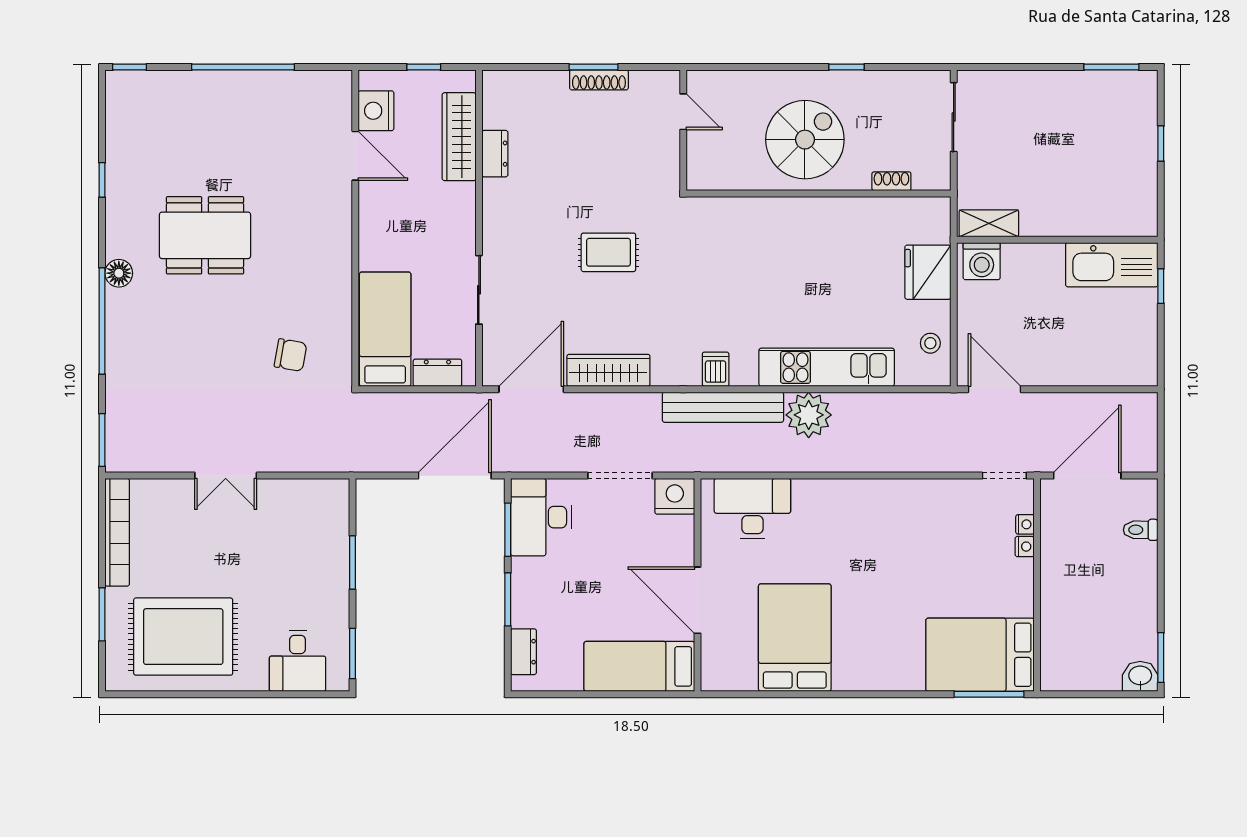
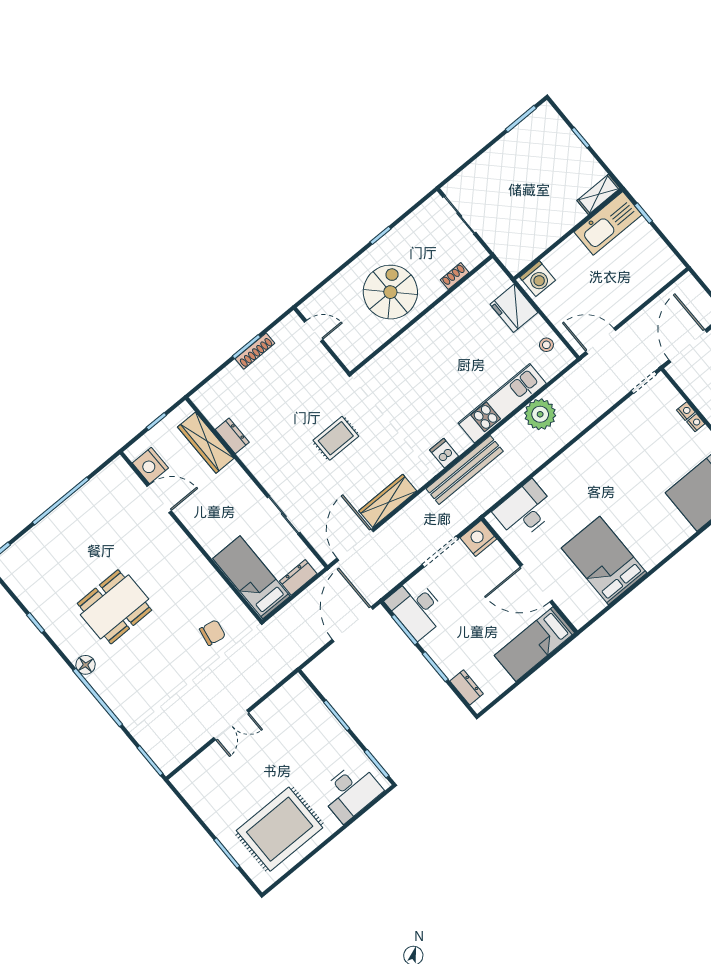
shelving: (989, 223) -> (598, 194), moved
plant: (809, 415) -> (540, 414), moved
nightstand: (1025, 524) -> (696, 423), moved
bookcase: (117, 532) -> (199, 803), removed
desk: (298, 661) -> (351, 792), width x1.37

